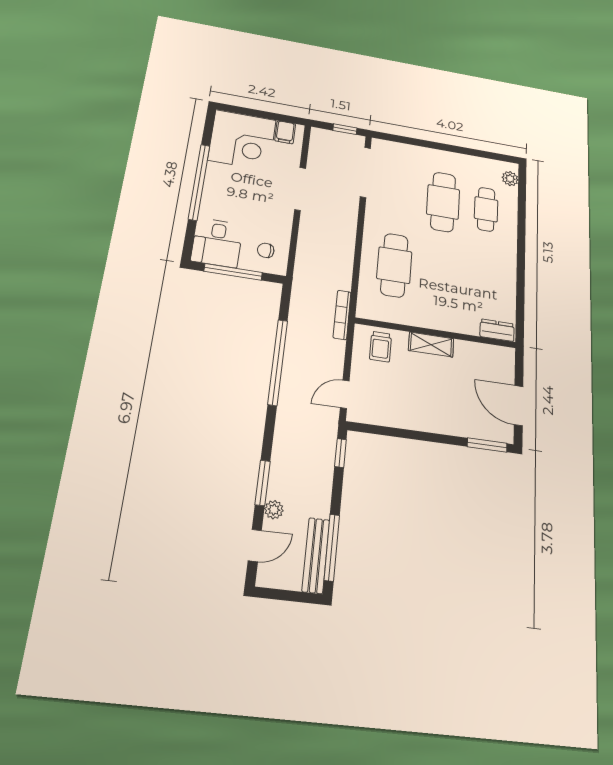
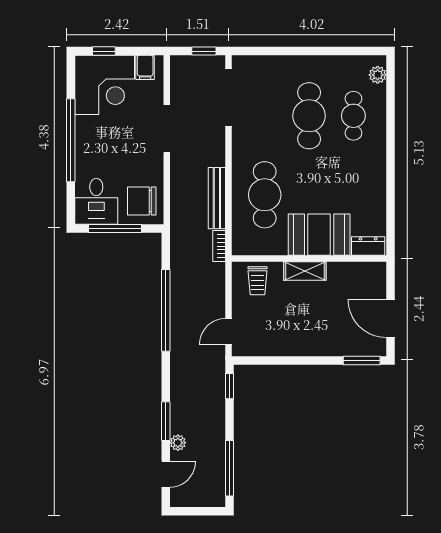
window: (246, 111) -> (104, 51), added
chair: (266, 250) -> (142, 201), width x1.87, depth x1.87
booth: (448, 312) -> (319, 235), added
bookcase: (342, 315) -> (219, 246), width x0.64
bench: (316, 555) -> (217, 198), moved

